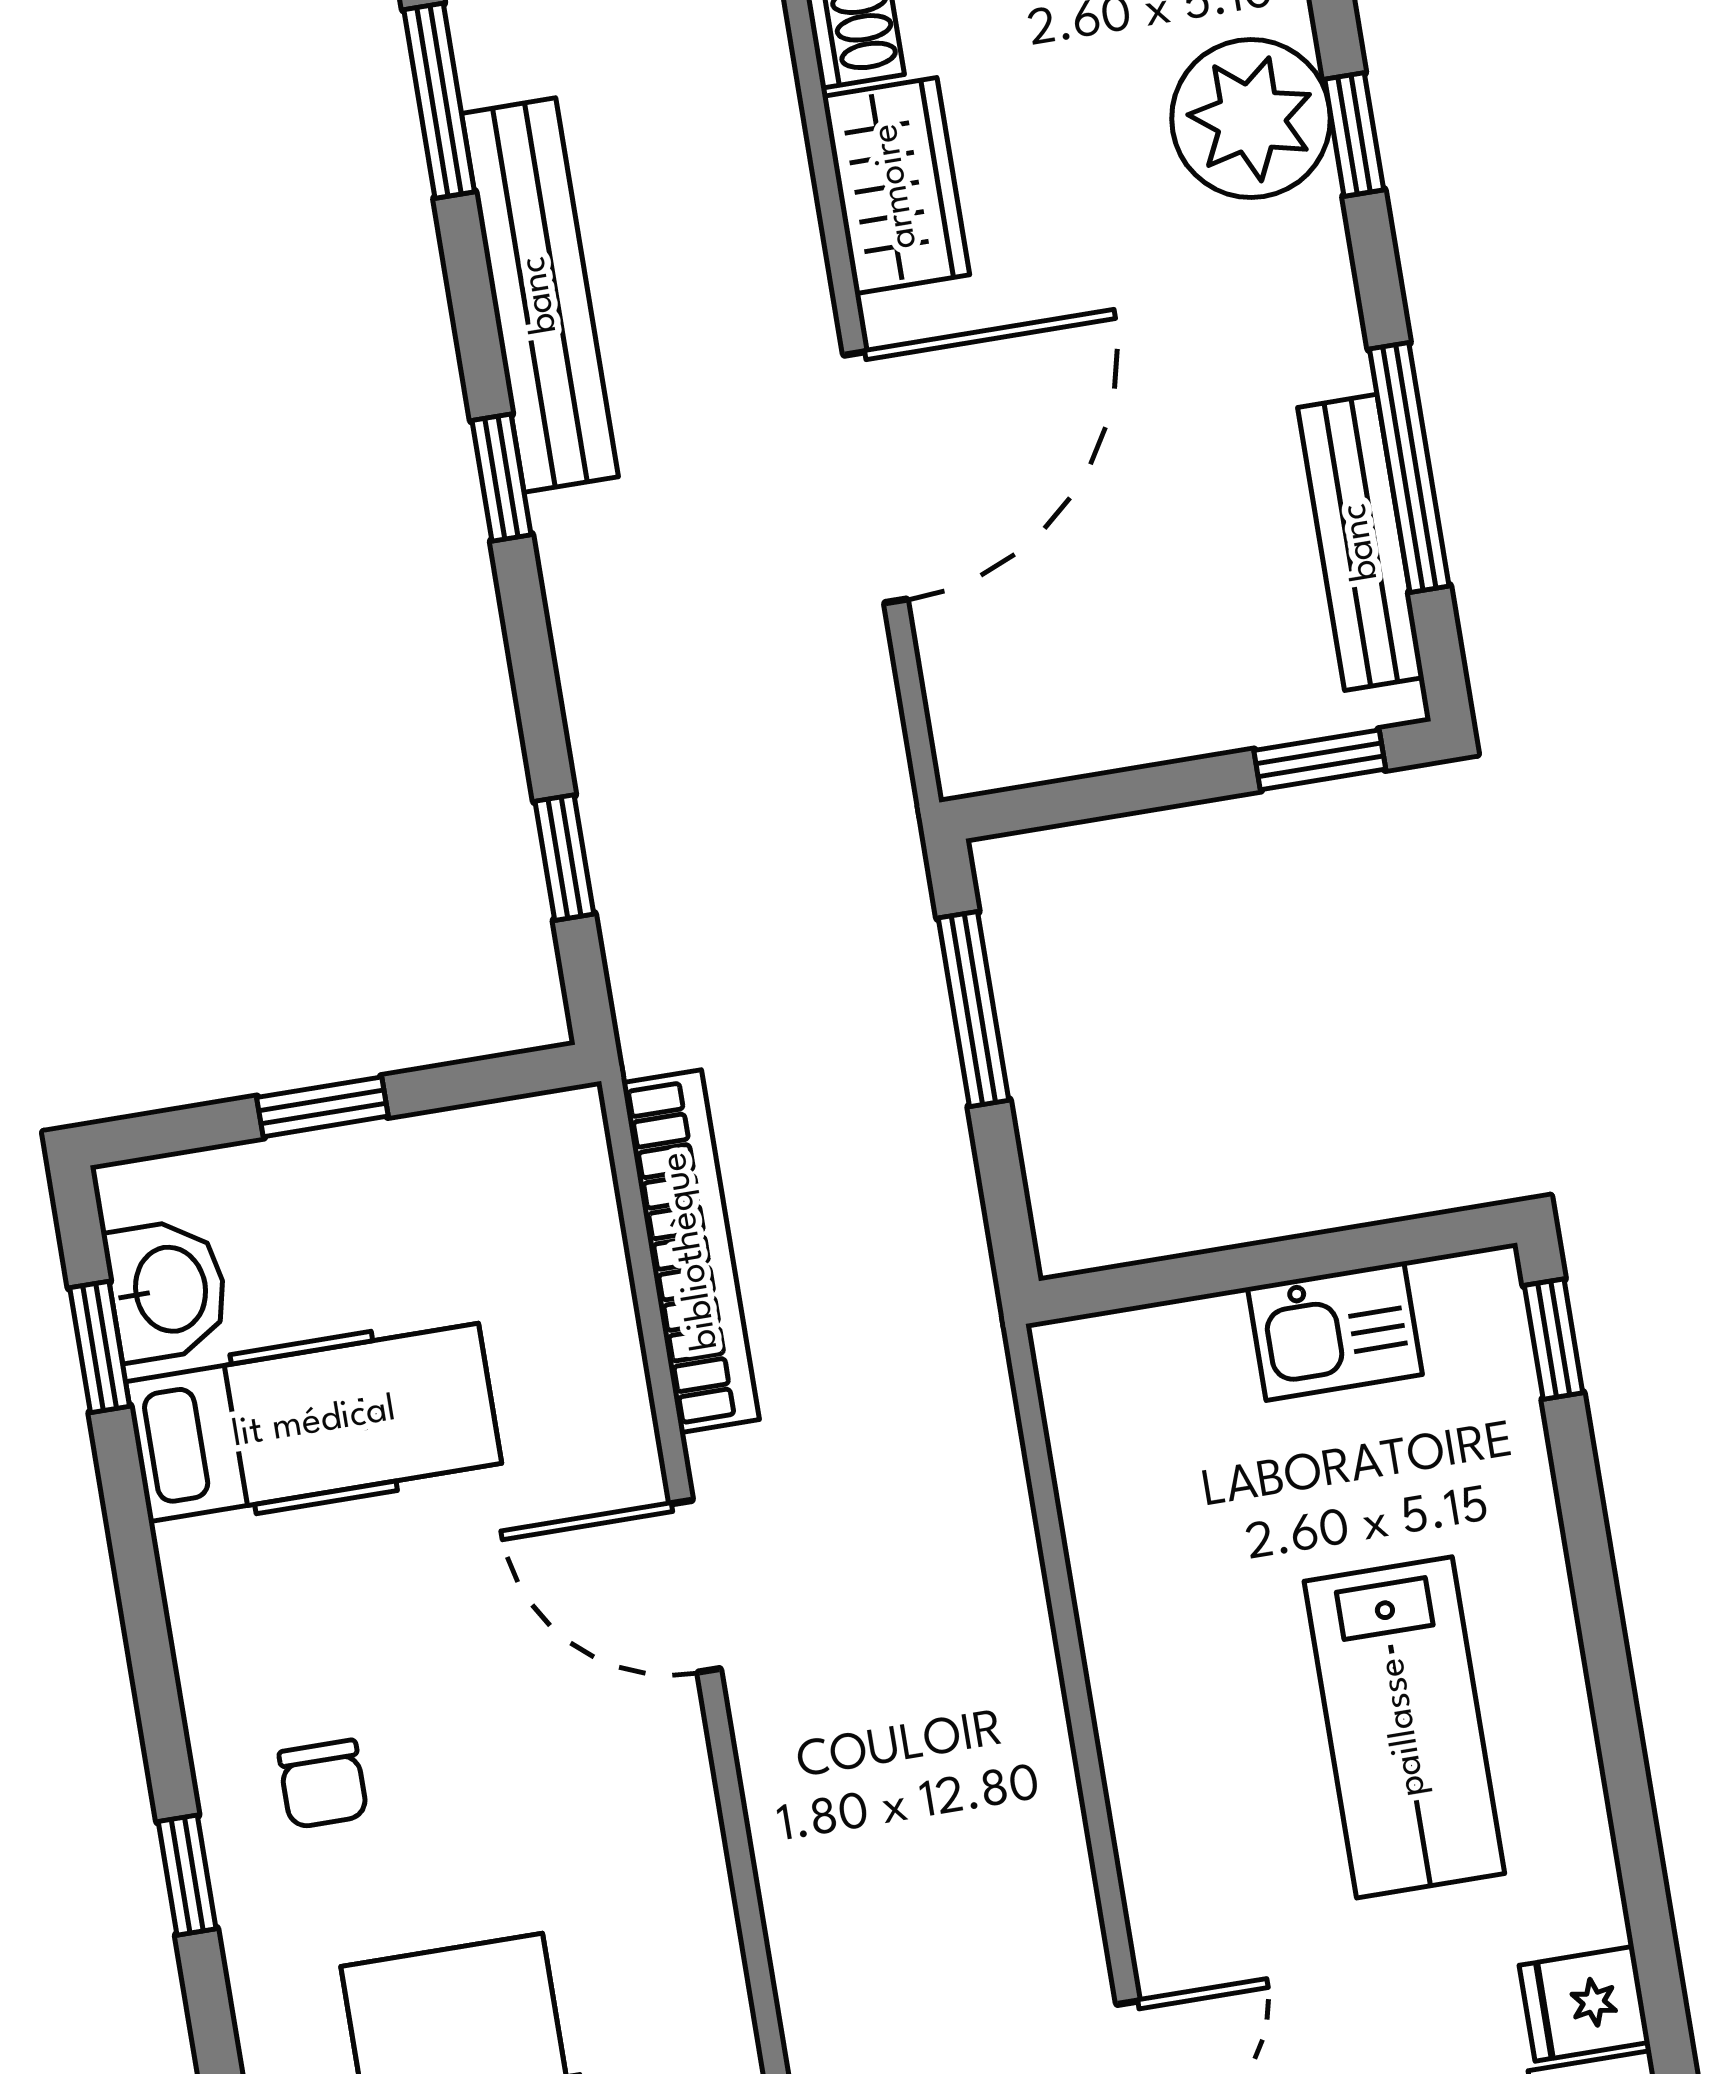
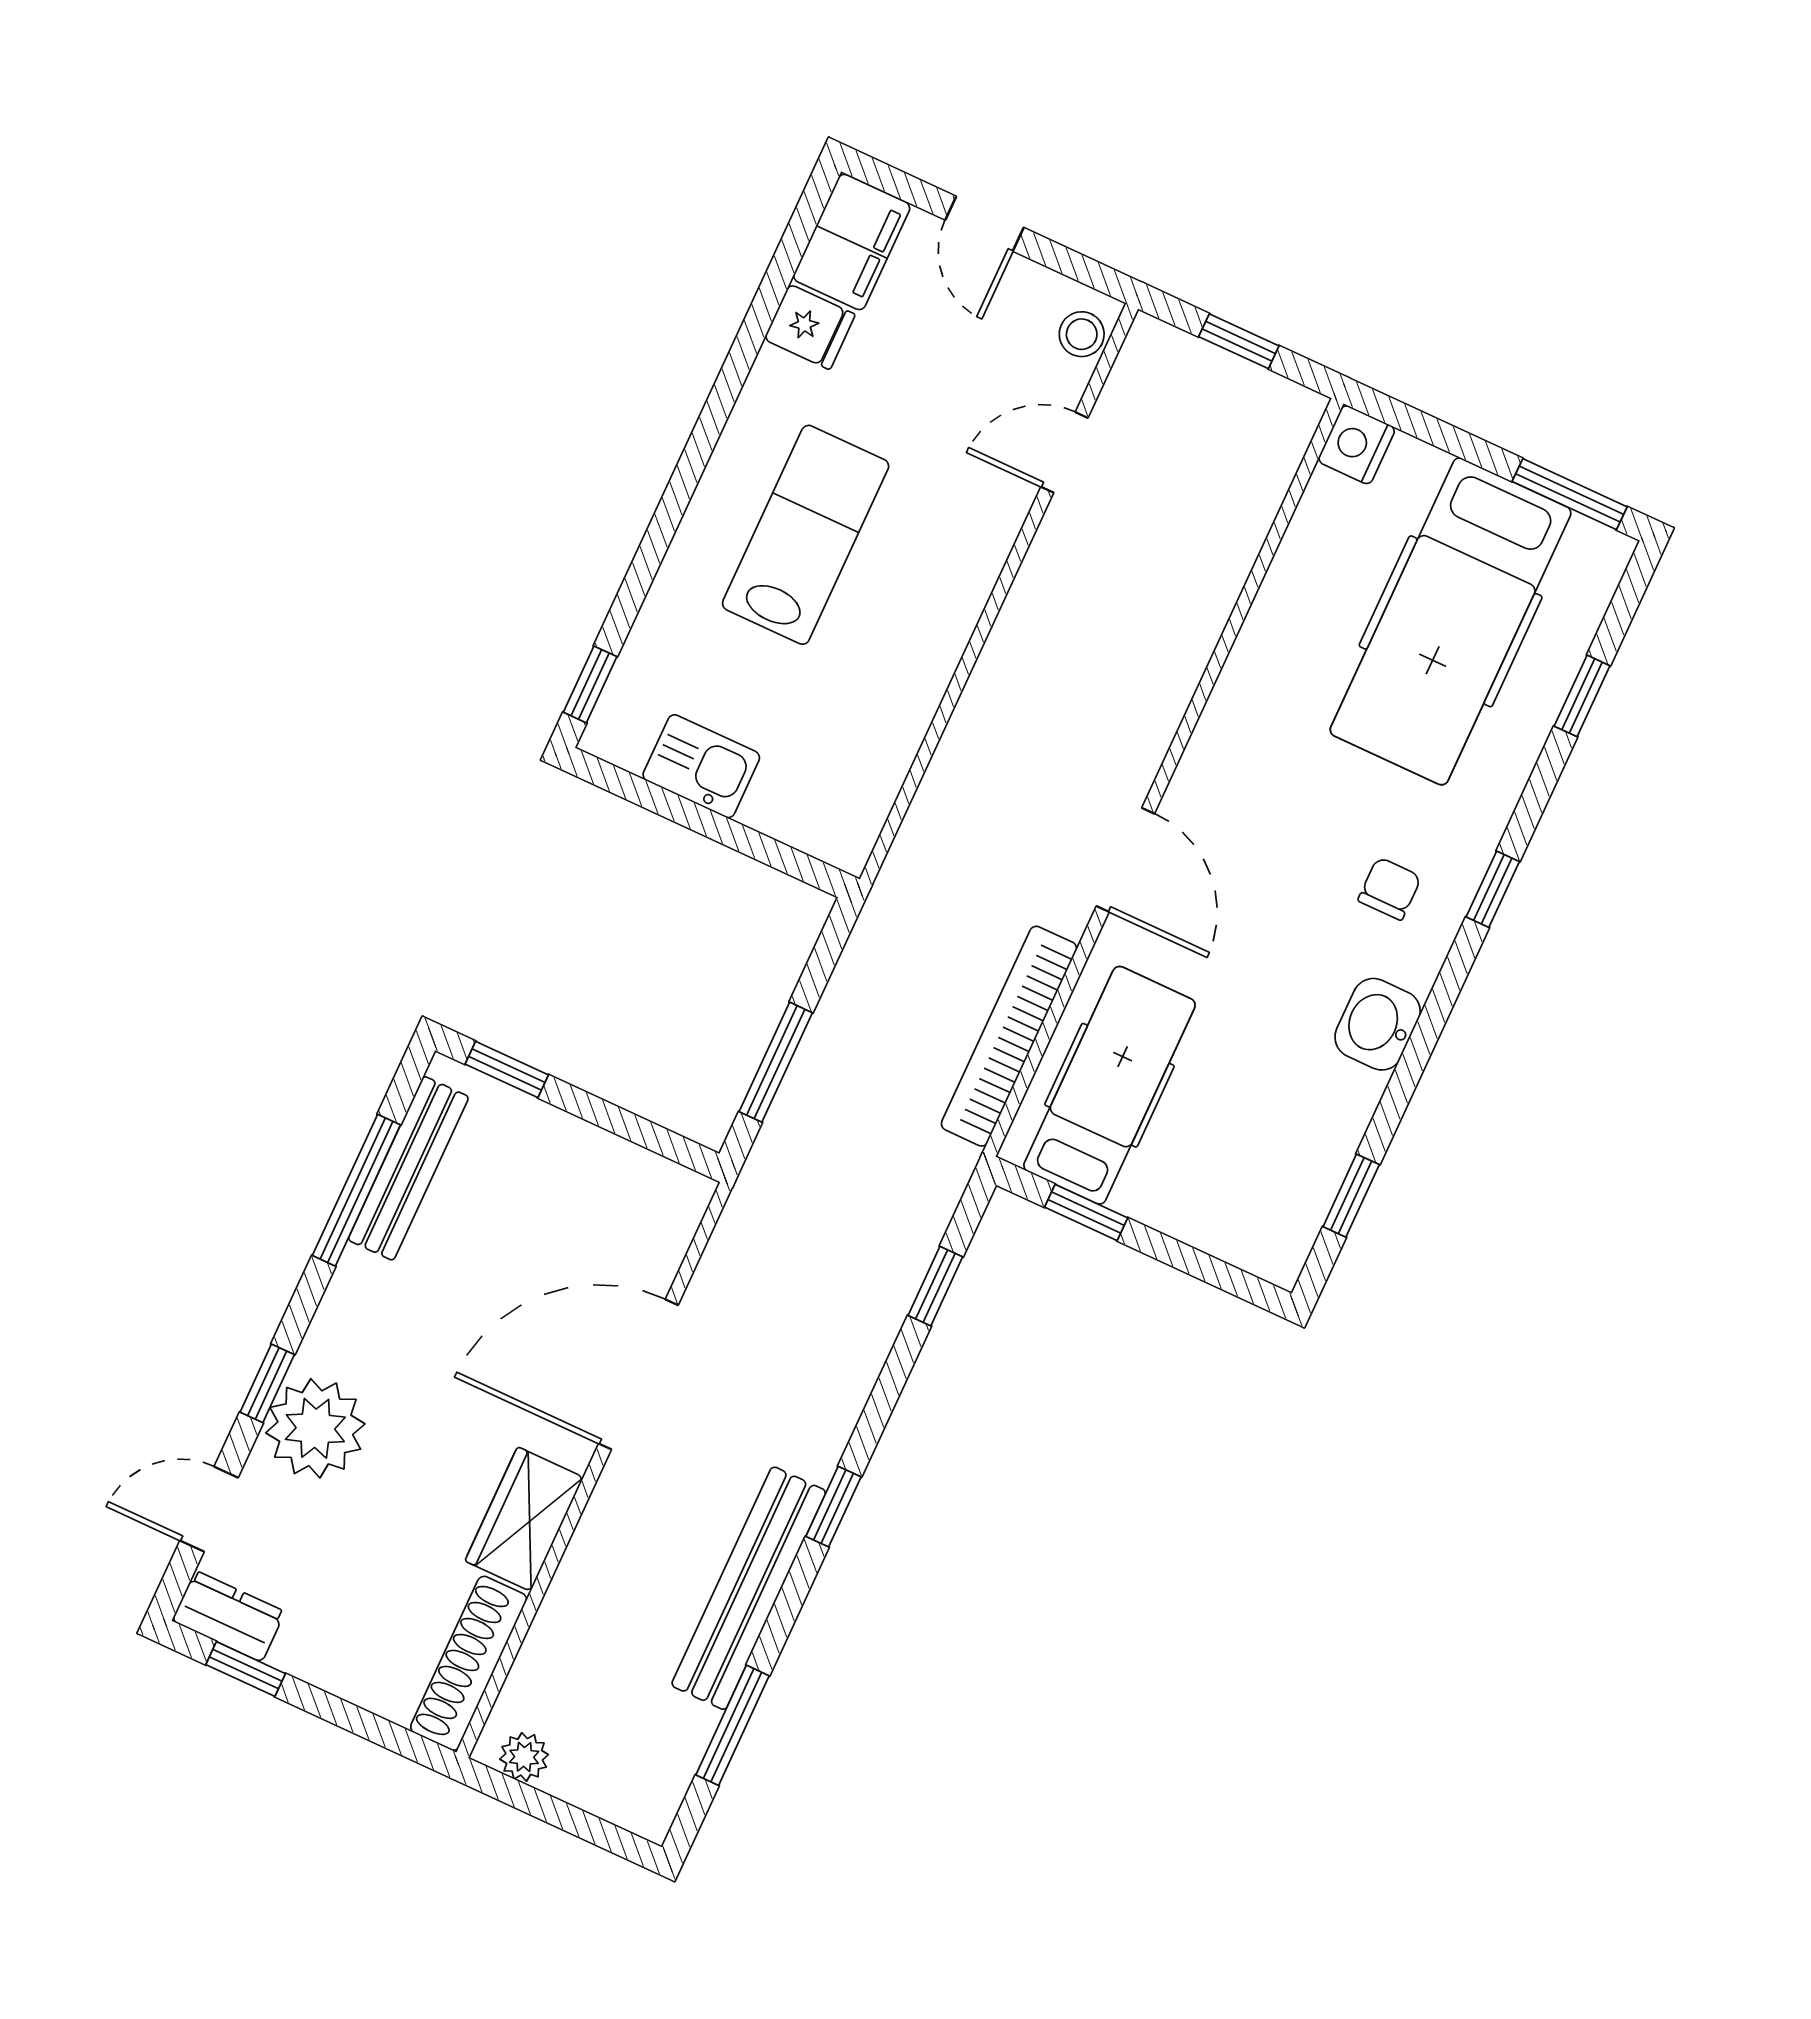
window: (322, 1107) -> (1086, 1213), moved
washbasin: (167, 1290) -> (1378, 1024), moved
hospital bed: (314, 1423) -> (1109, 1085), moved, turned 90

